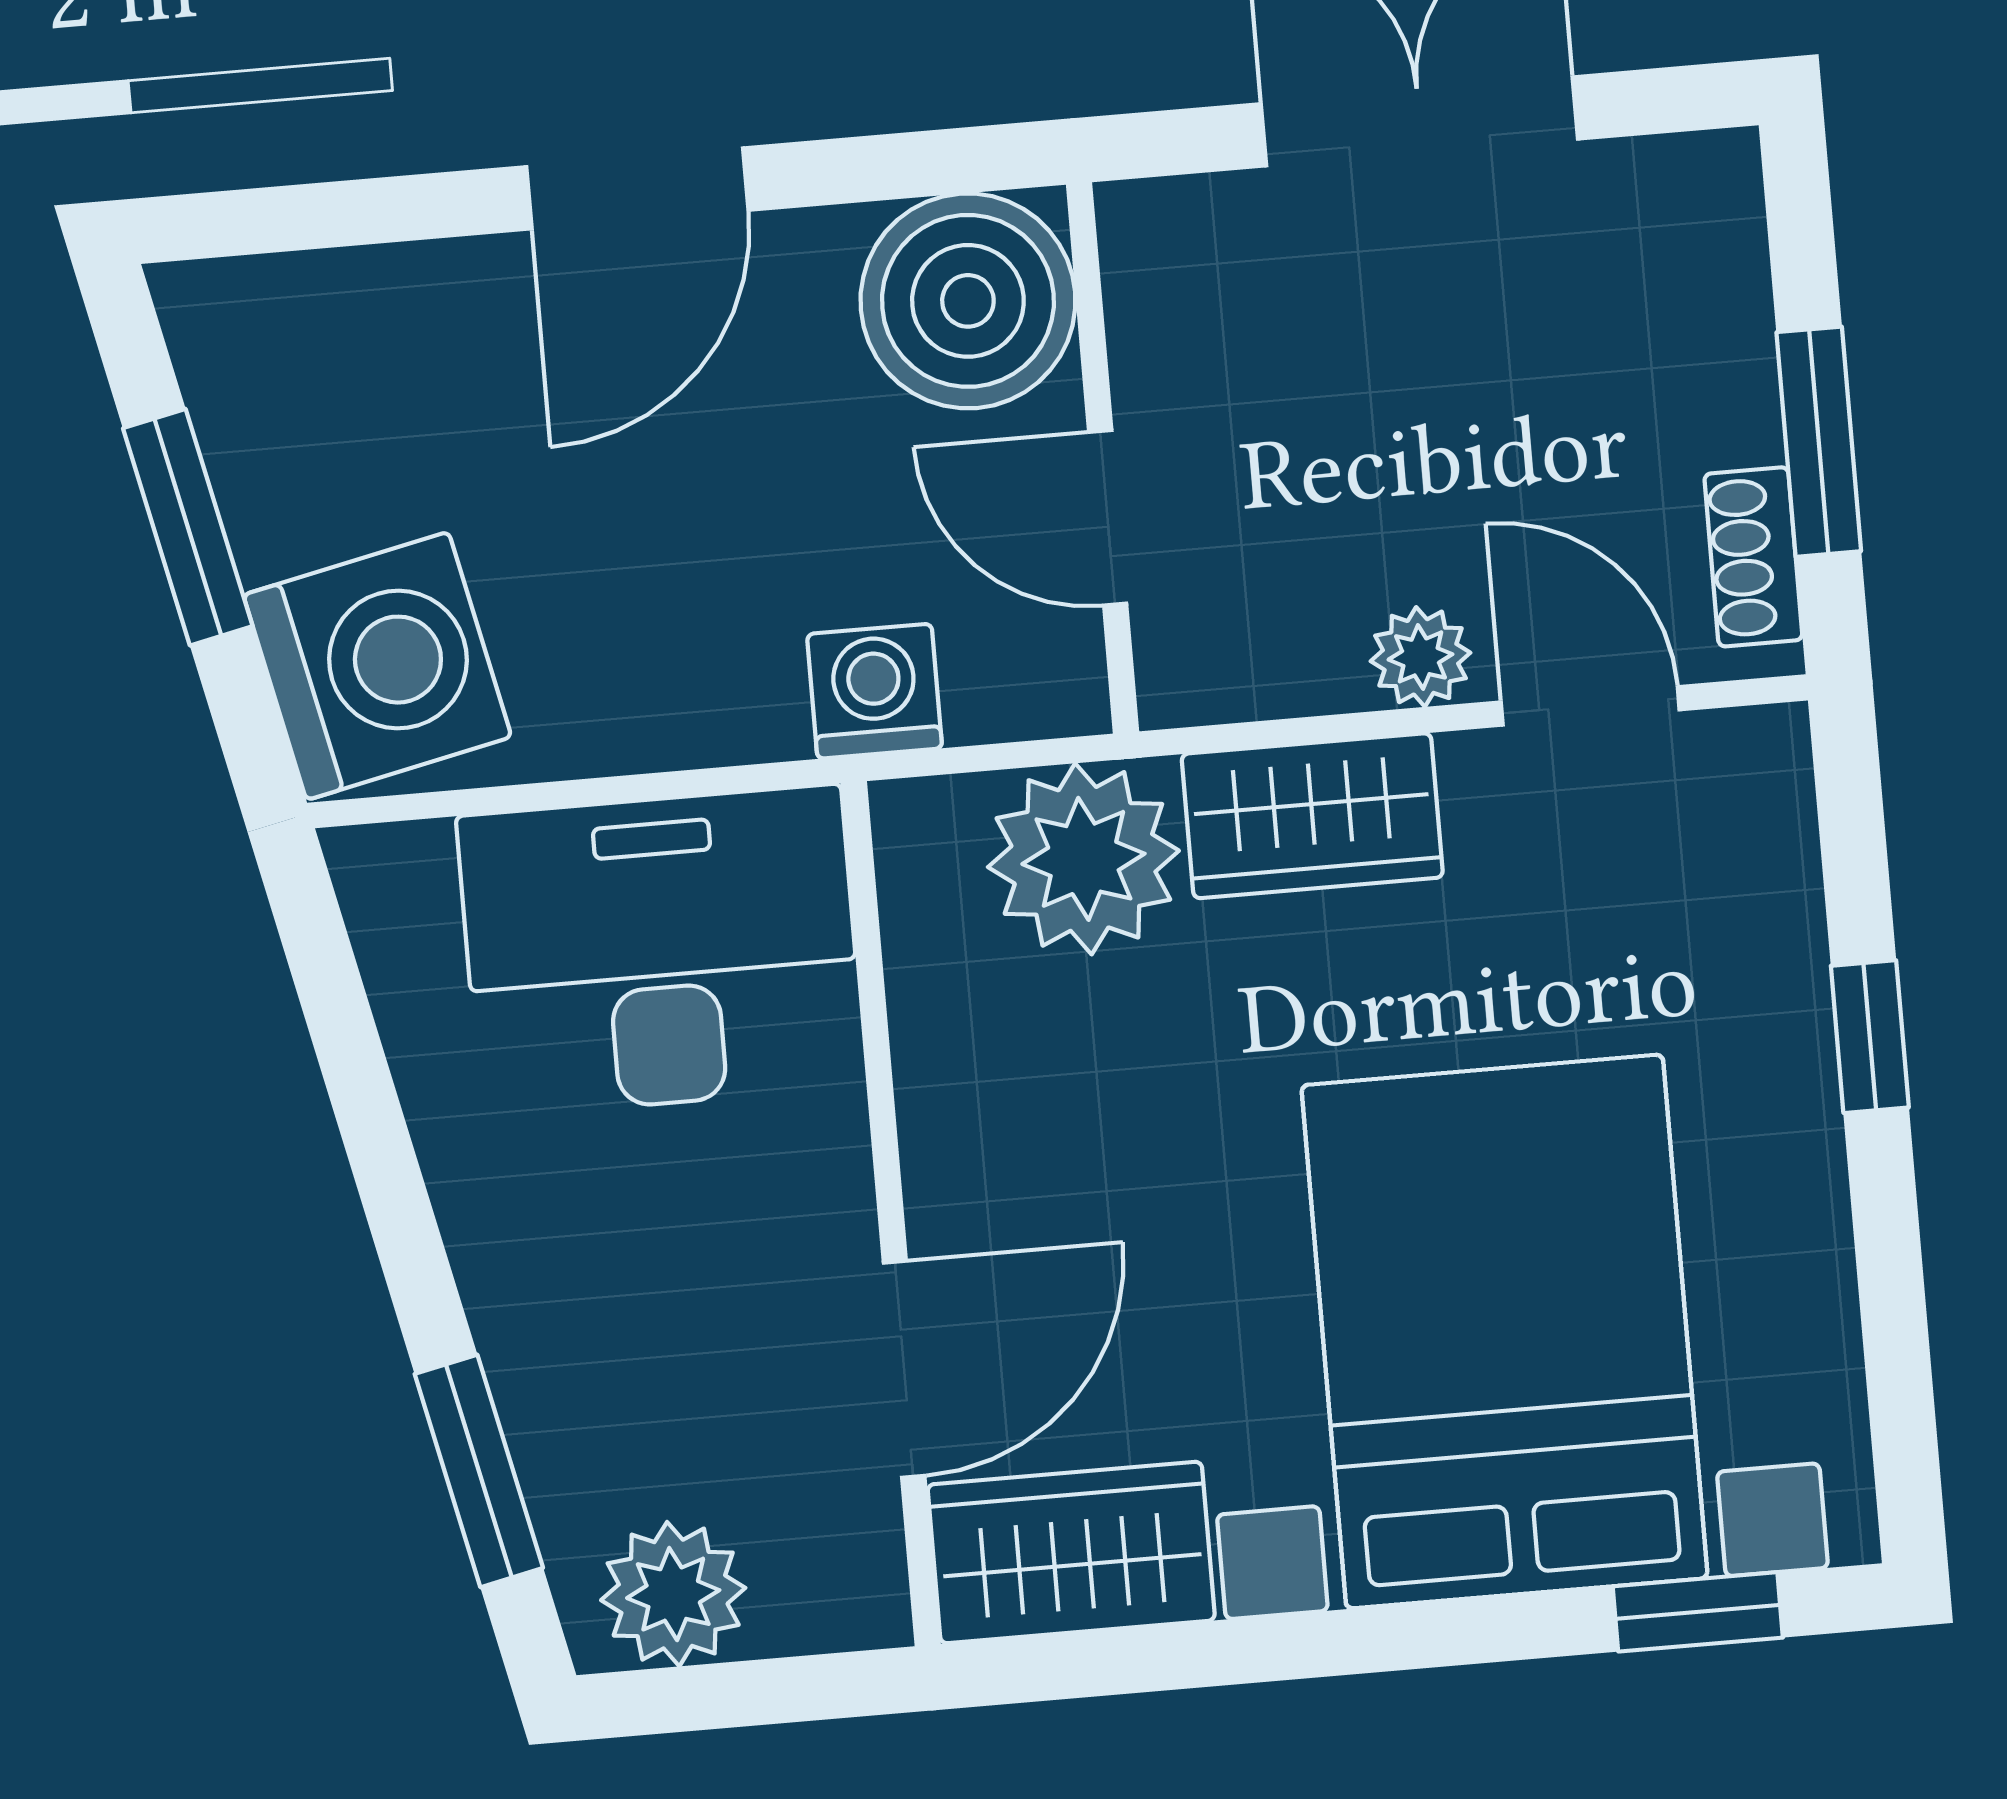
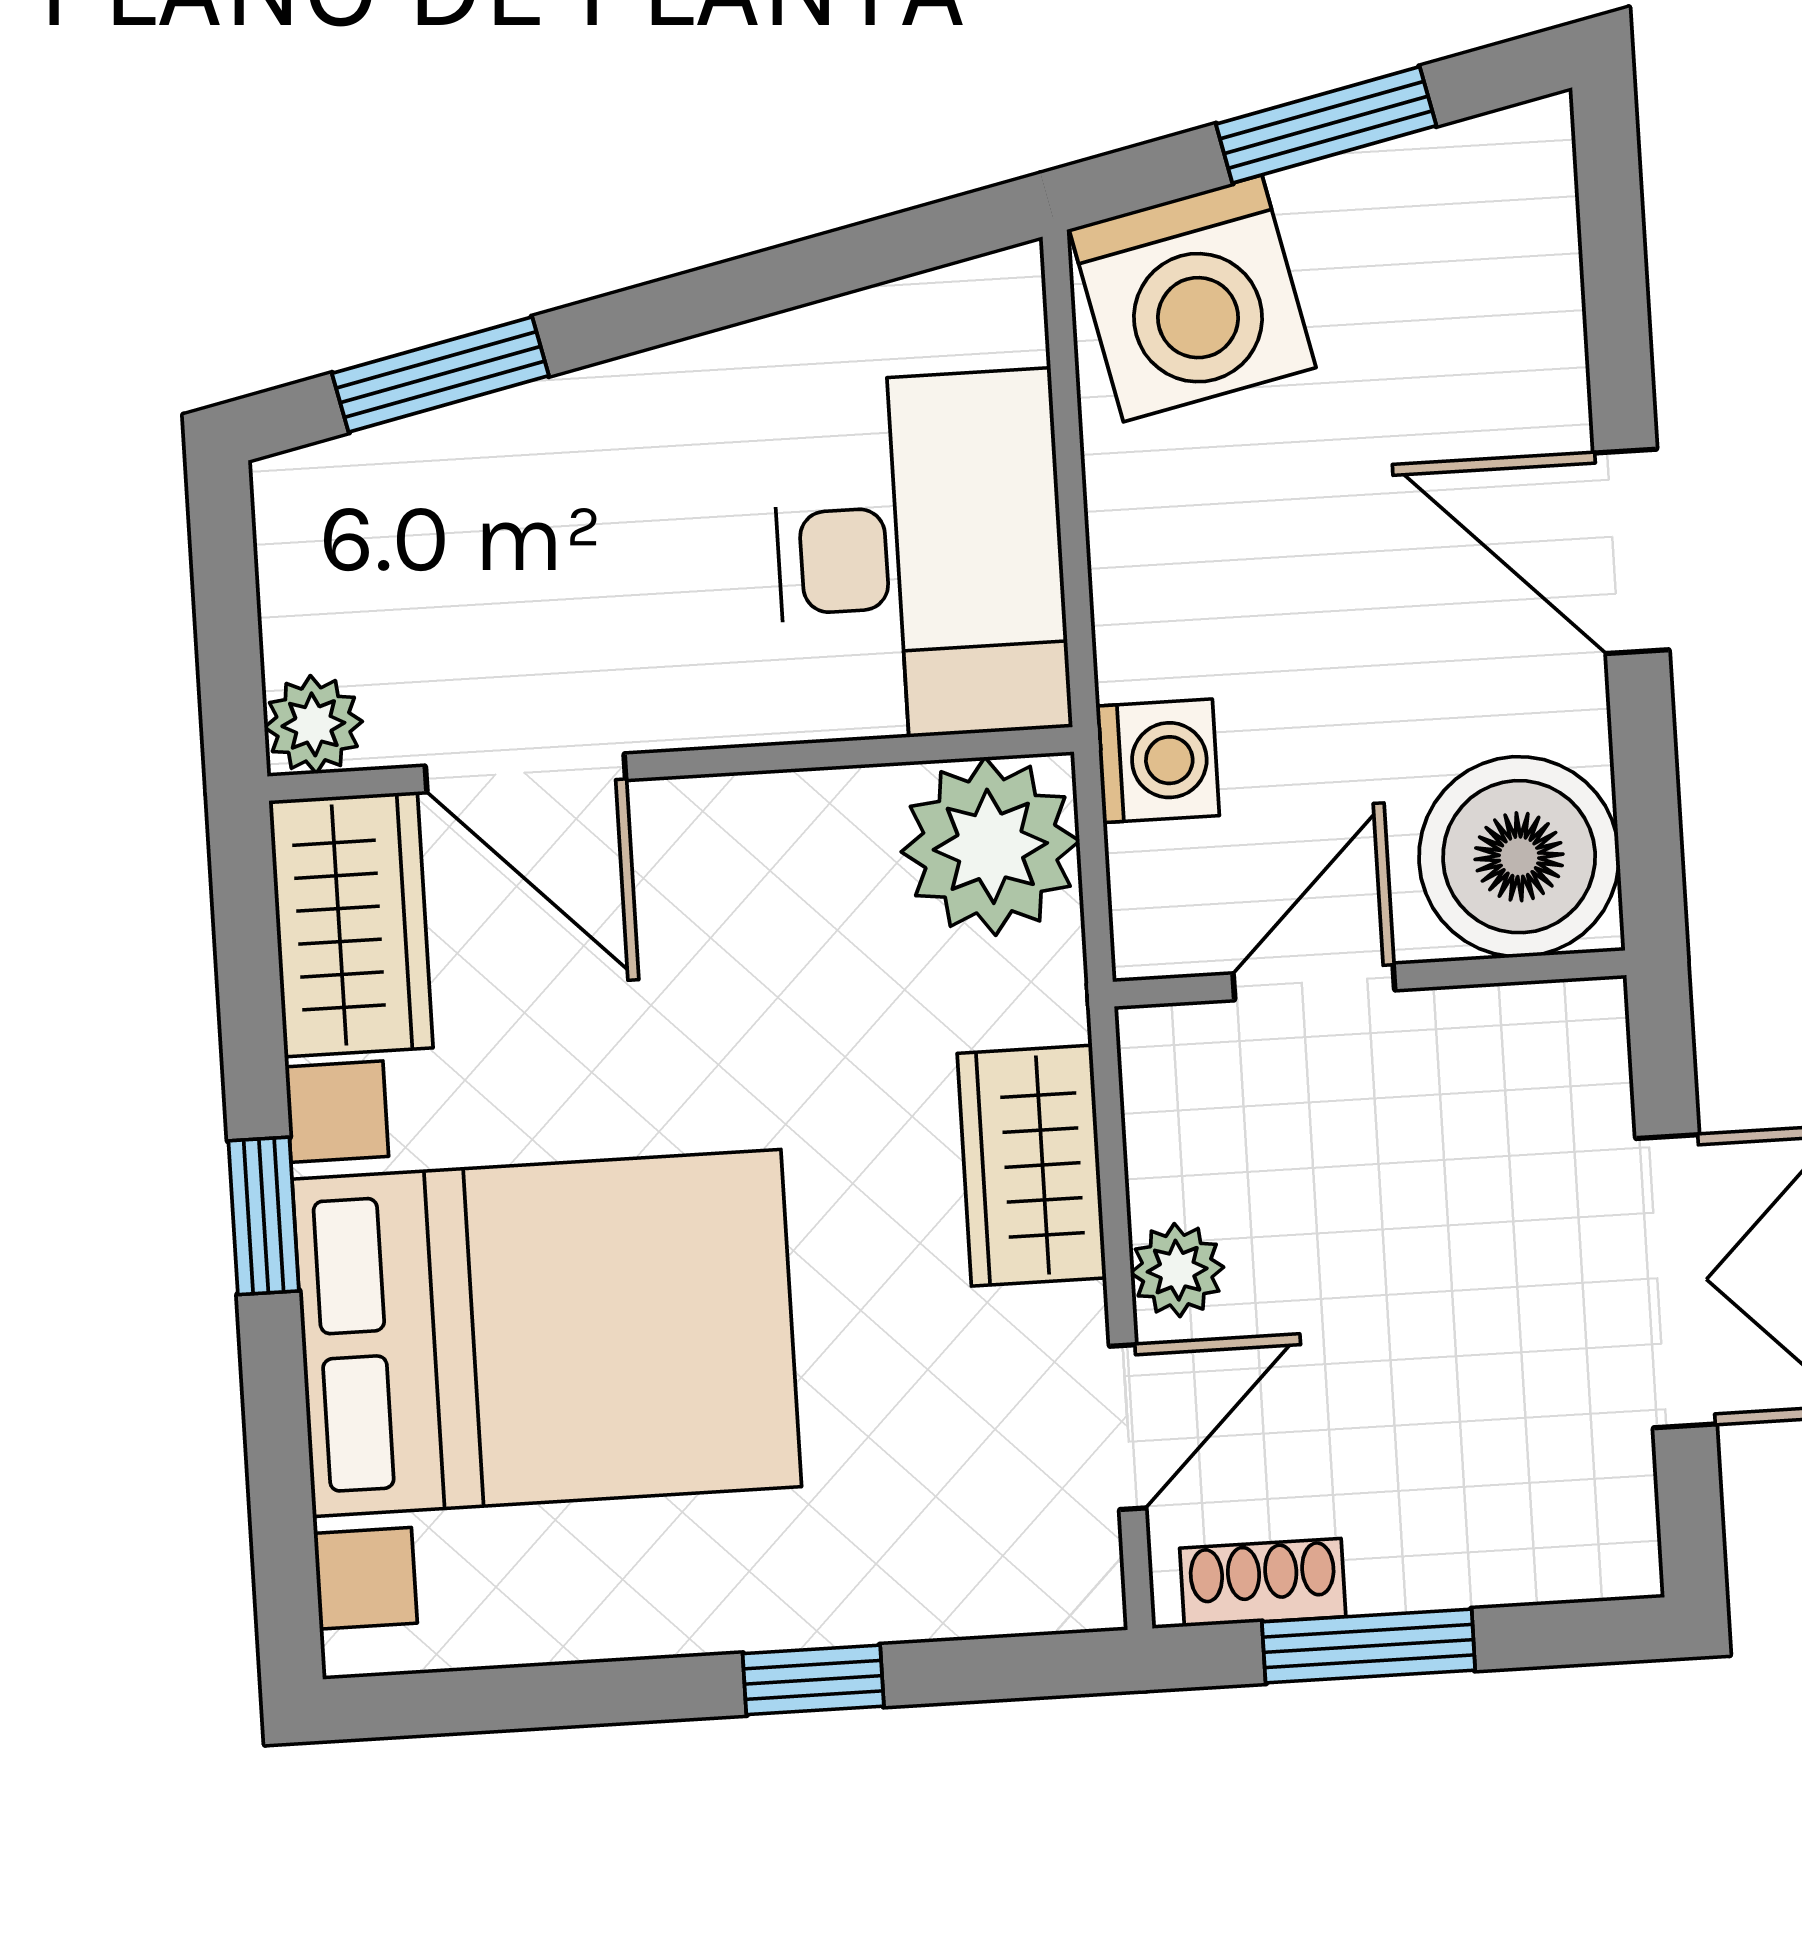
plant: (1083, 859) -> (990, 846), moved
plant: (673, 1594) -> (313, 724), moved, width x0.73, depth x0.73
window: (1698, 1612) -> (264, 1216), moved

